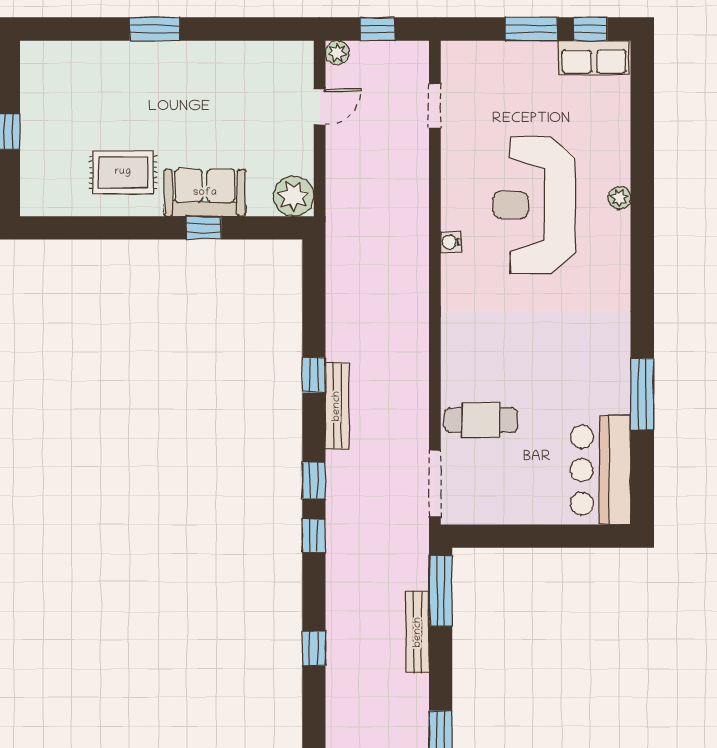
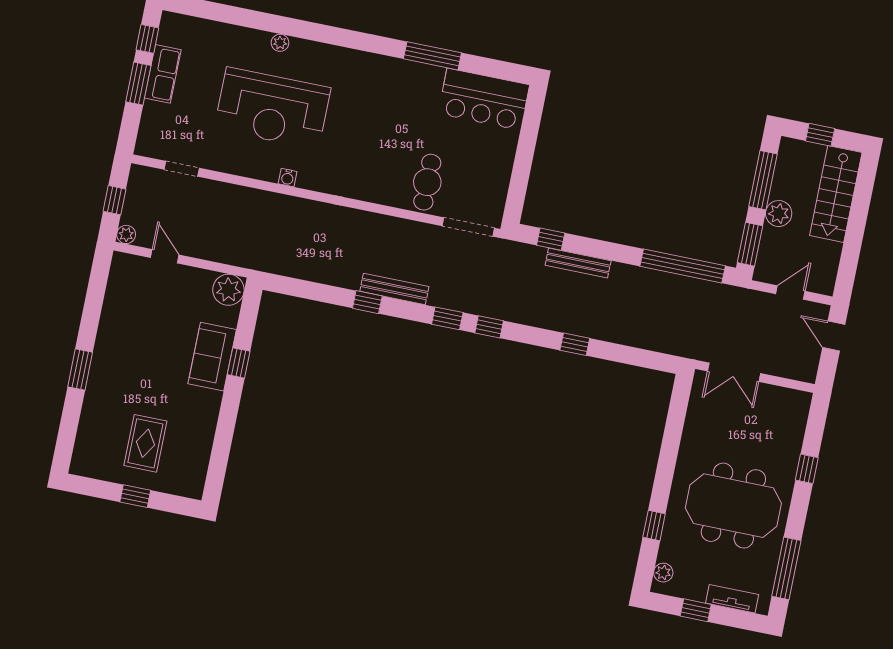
row of seats: (594, 57) -> (163, 74), moved
rug: (123, 172) -> (145, 443), moved
window: (441, 591) -> (551, 239), width x0.46

